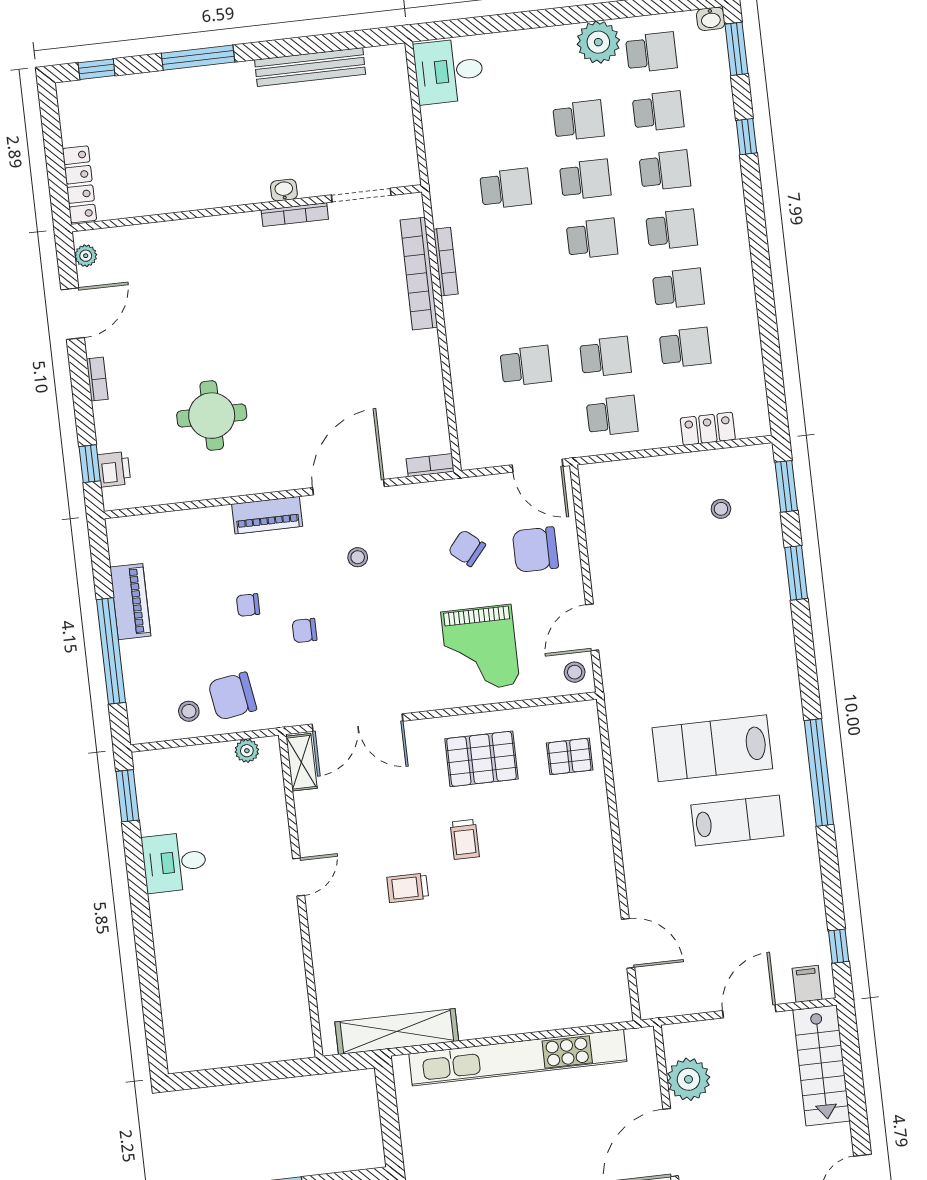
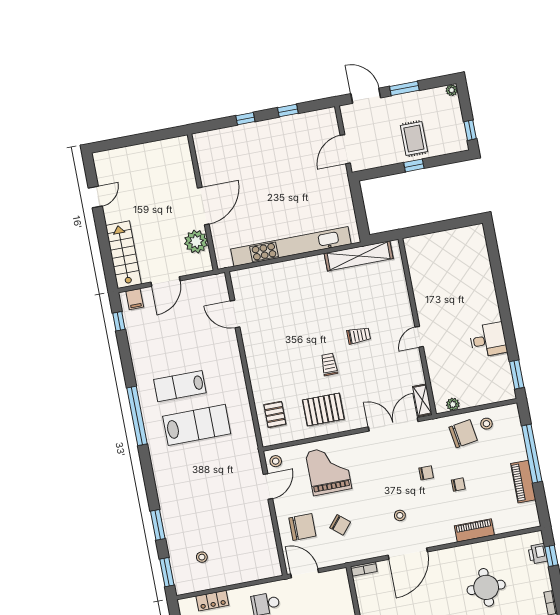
piano: (267, 515) -> (474, 530), moved
pallet: (570, 756) -> (275, 414), turned 90

